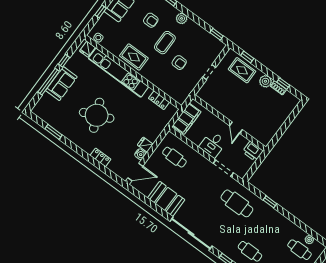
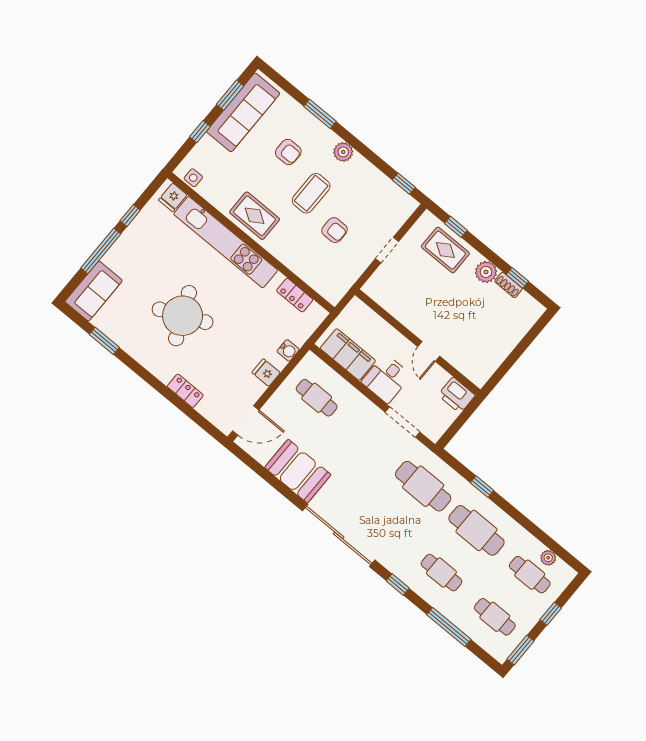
sofa: (61, 84) -> (94, 291), moved
filing cabinet: (187, 119) -> (348, 355), moved, turned -90
water cooler: (140, 154) -> (288, 350), moved
cafe table: (268, 227) -> (476, 530), added

